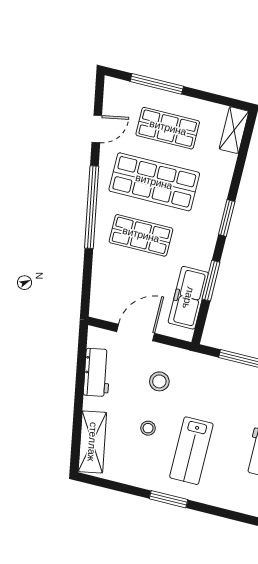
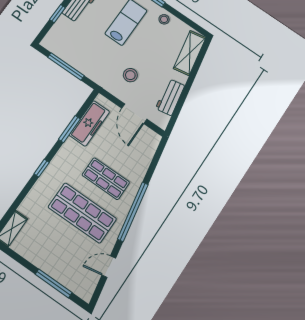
shop shelf: (168, 128) -> (58, 248), removed
window: (227, 218) -> (42, 168), width x0.67
door: (136, 333) -> (134, 114), hinge flipped
stool: (148, 428) -> (164, 19), moved

